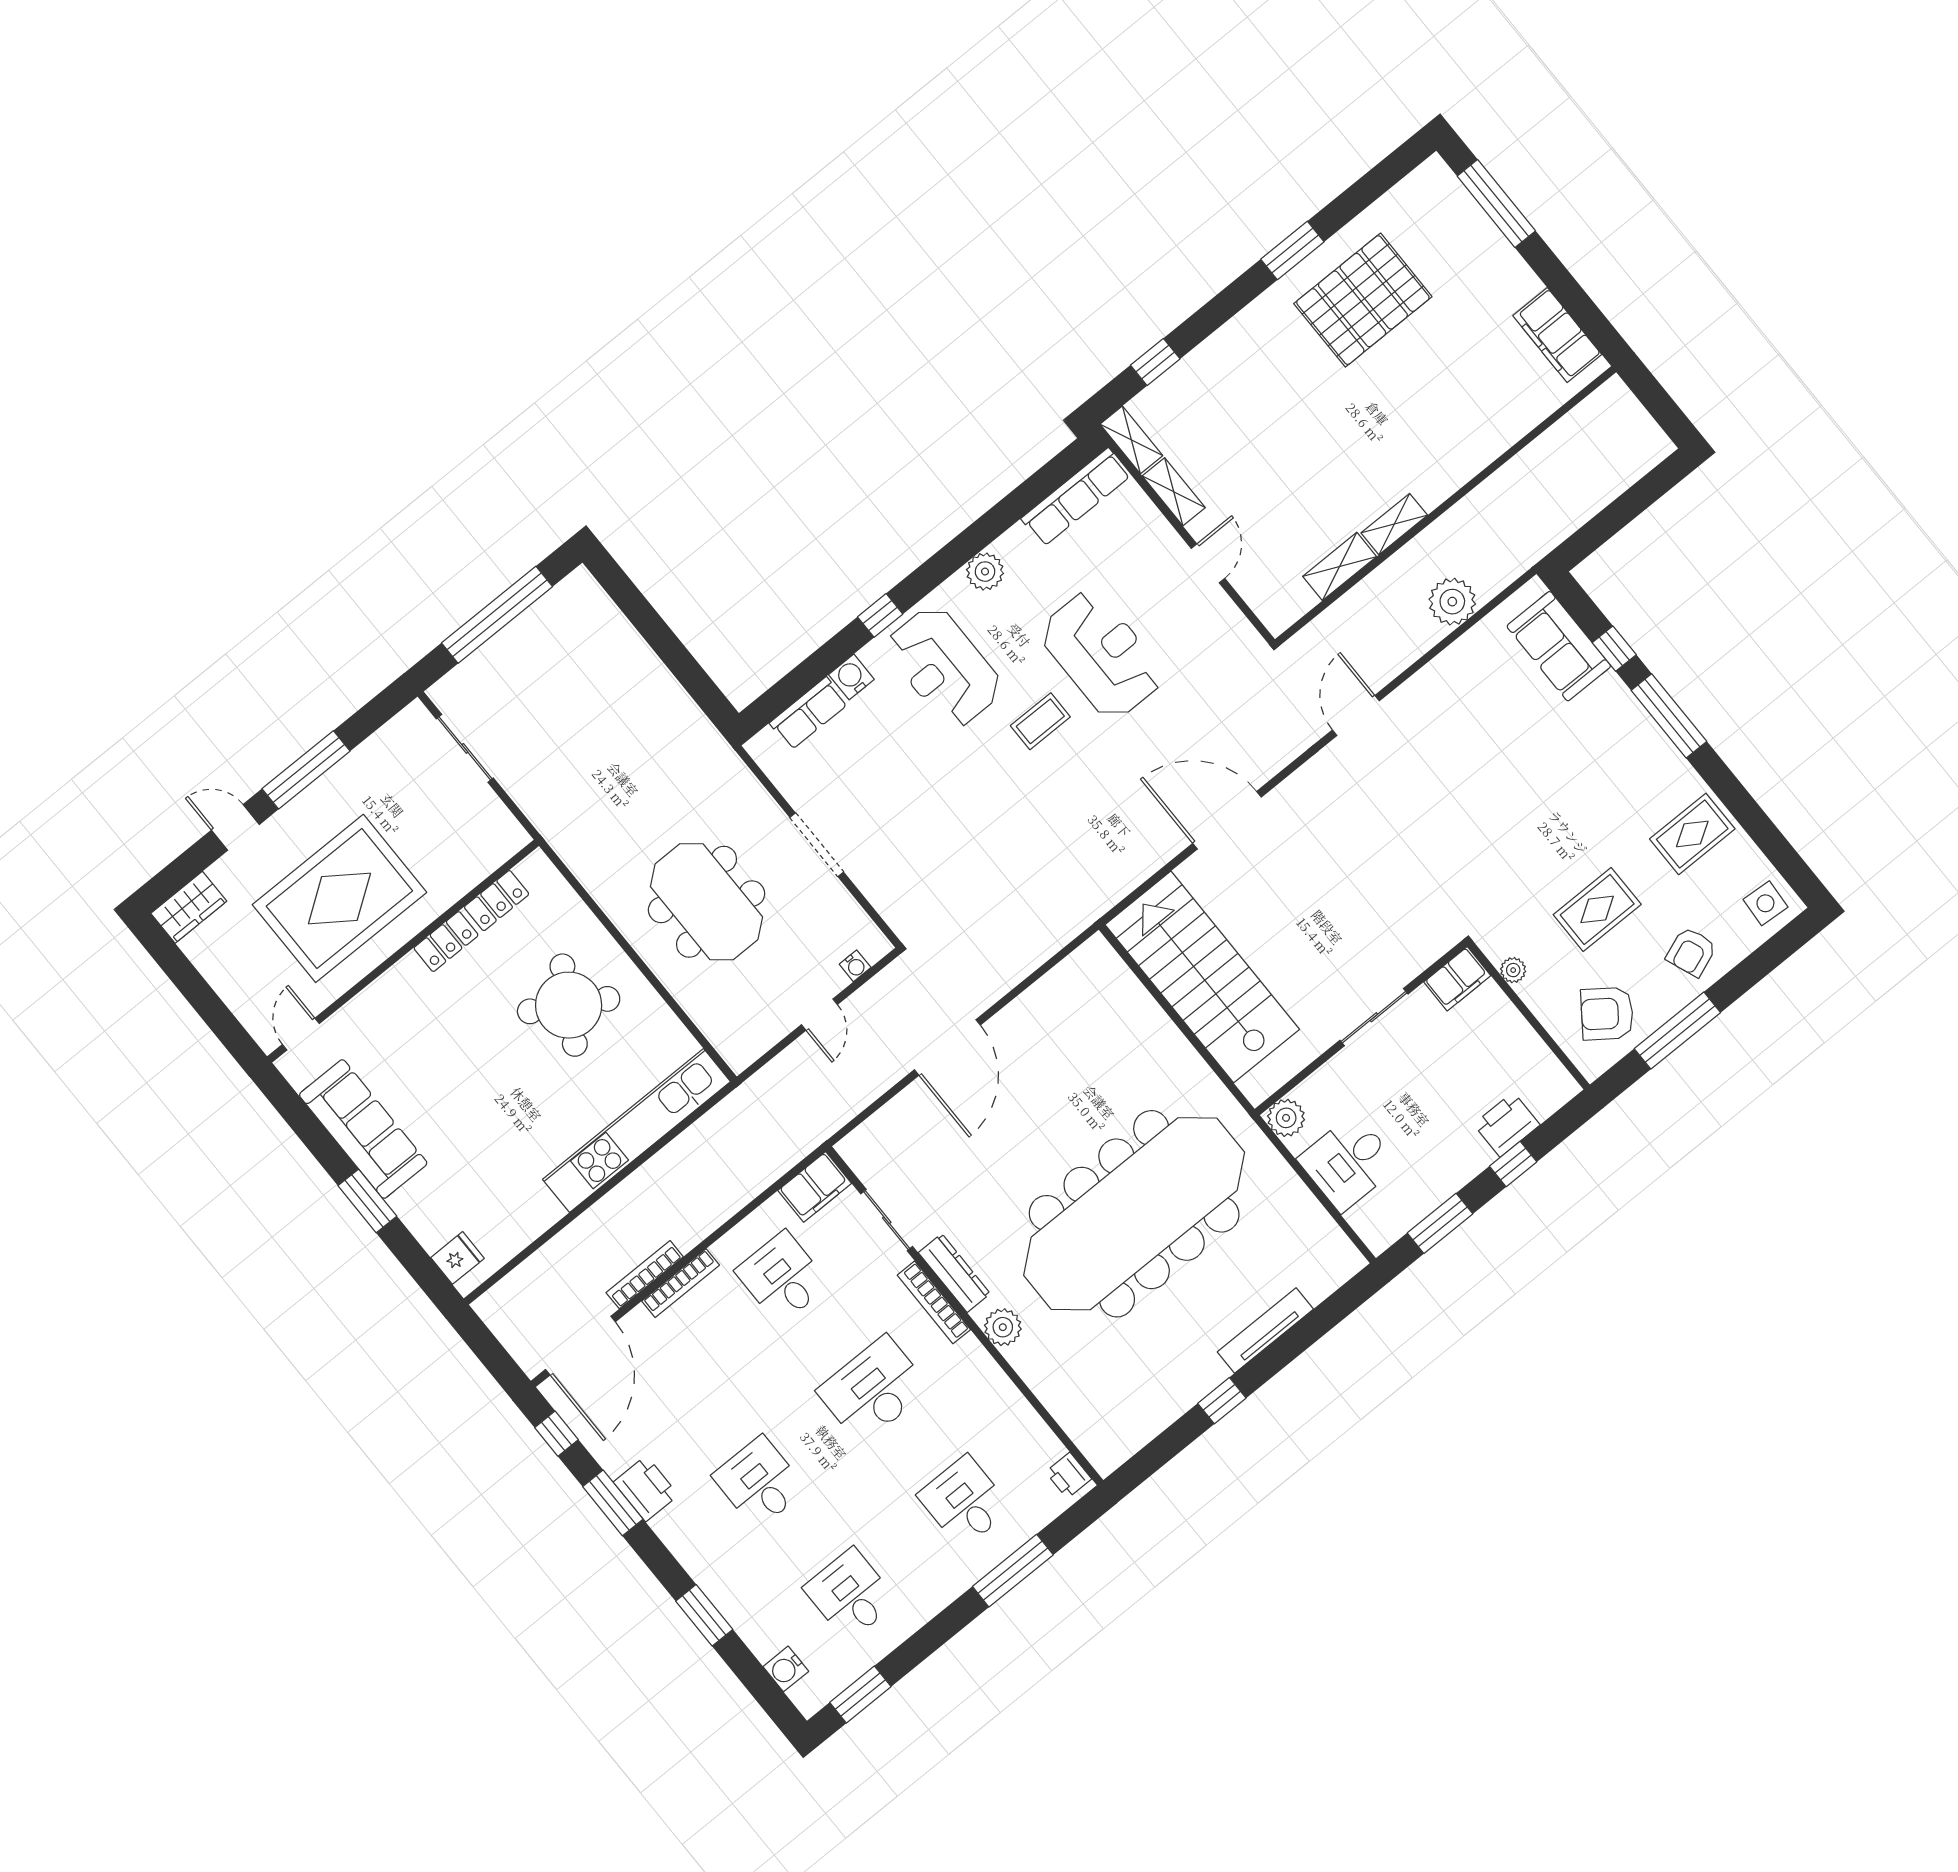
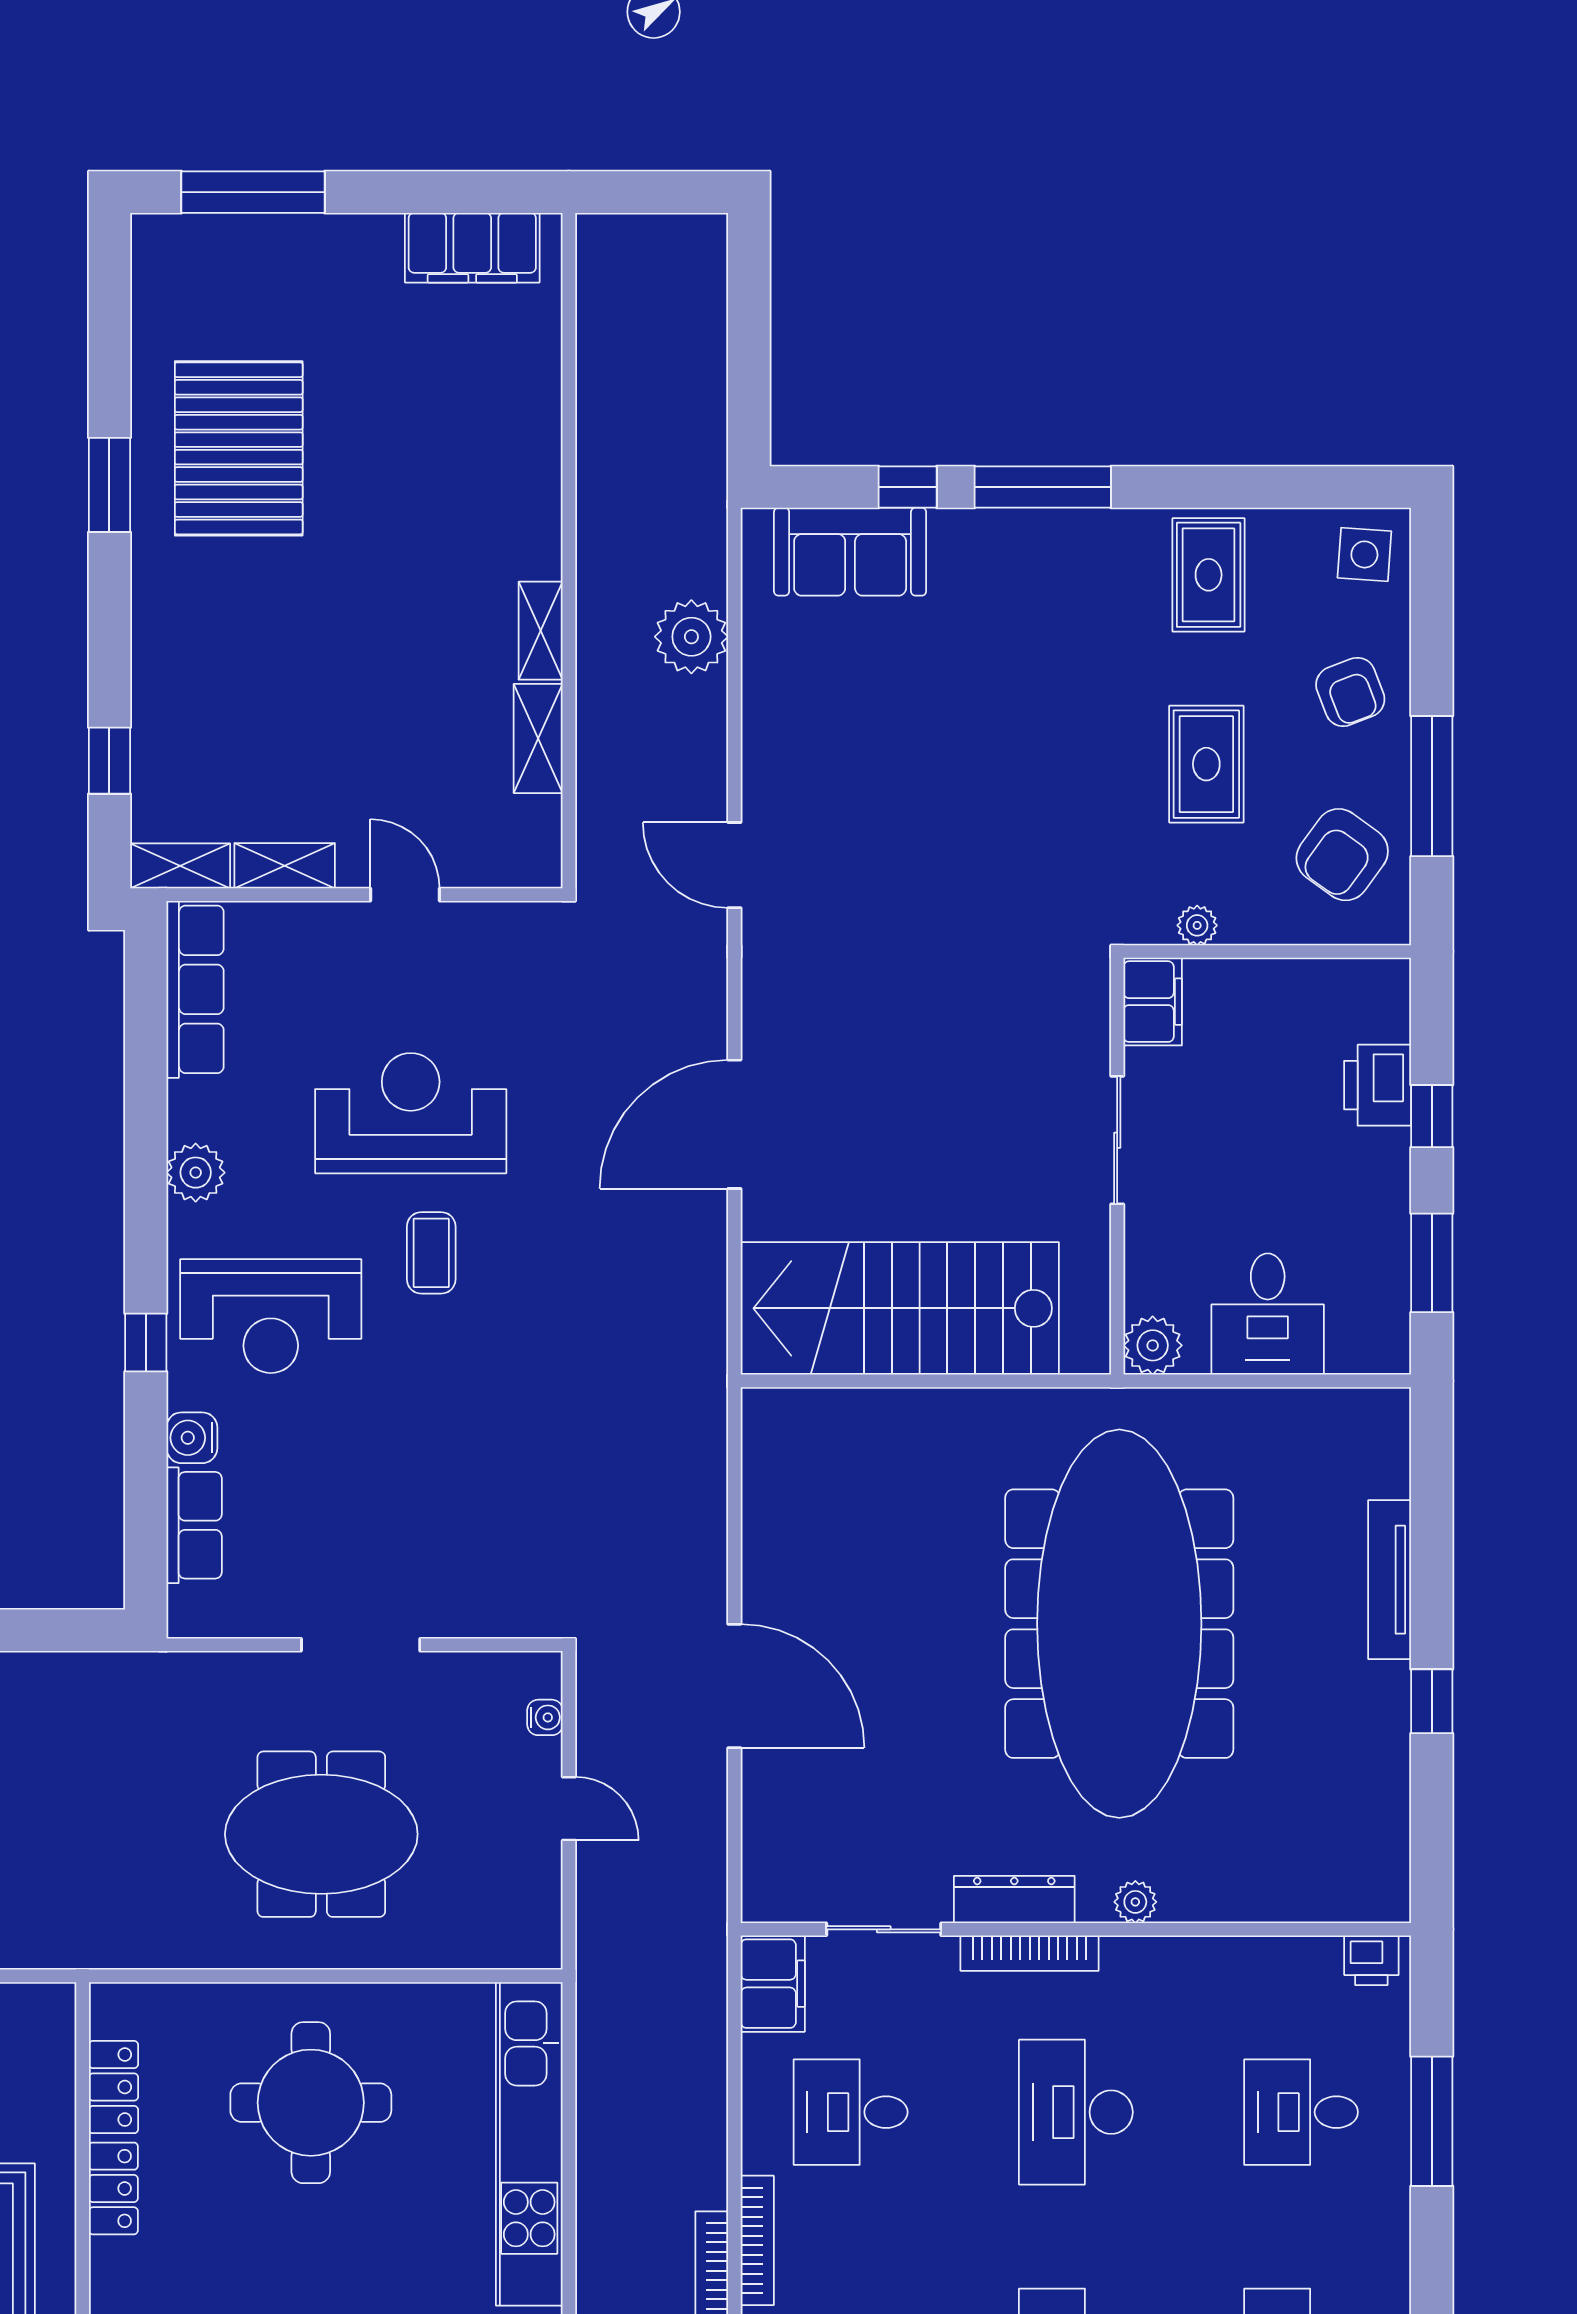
round table: (569, 1005) -> (311, 2103), turned -30
plant: (1003, 1327) -> (1135, 1902), width x0.73, depth x0.73

